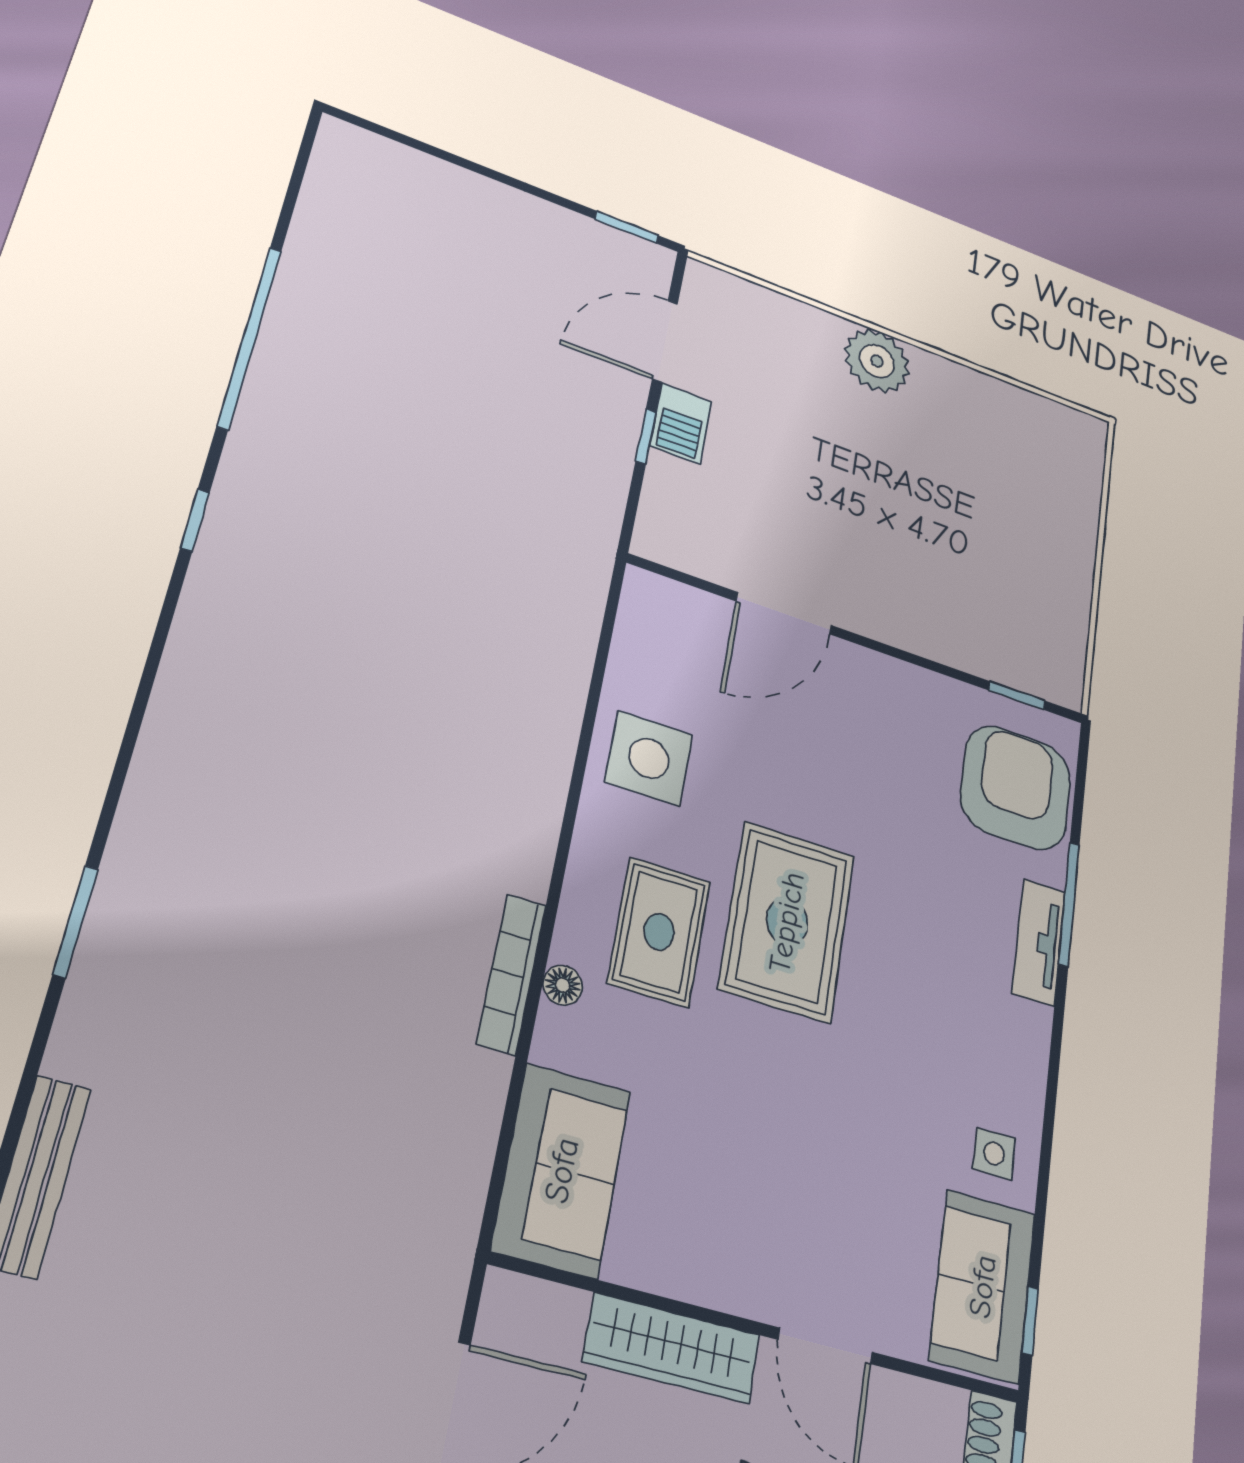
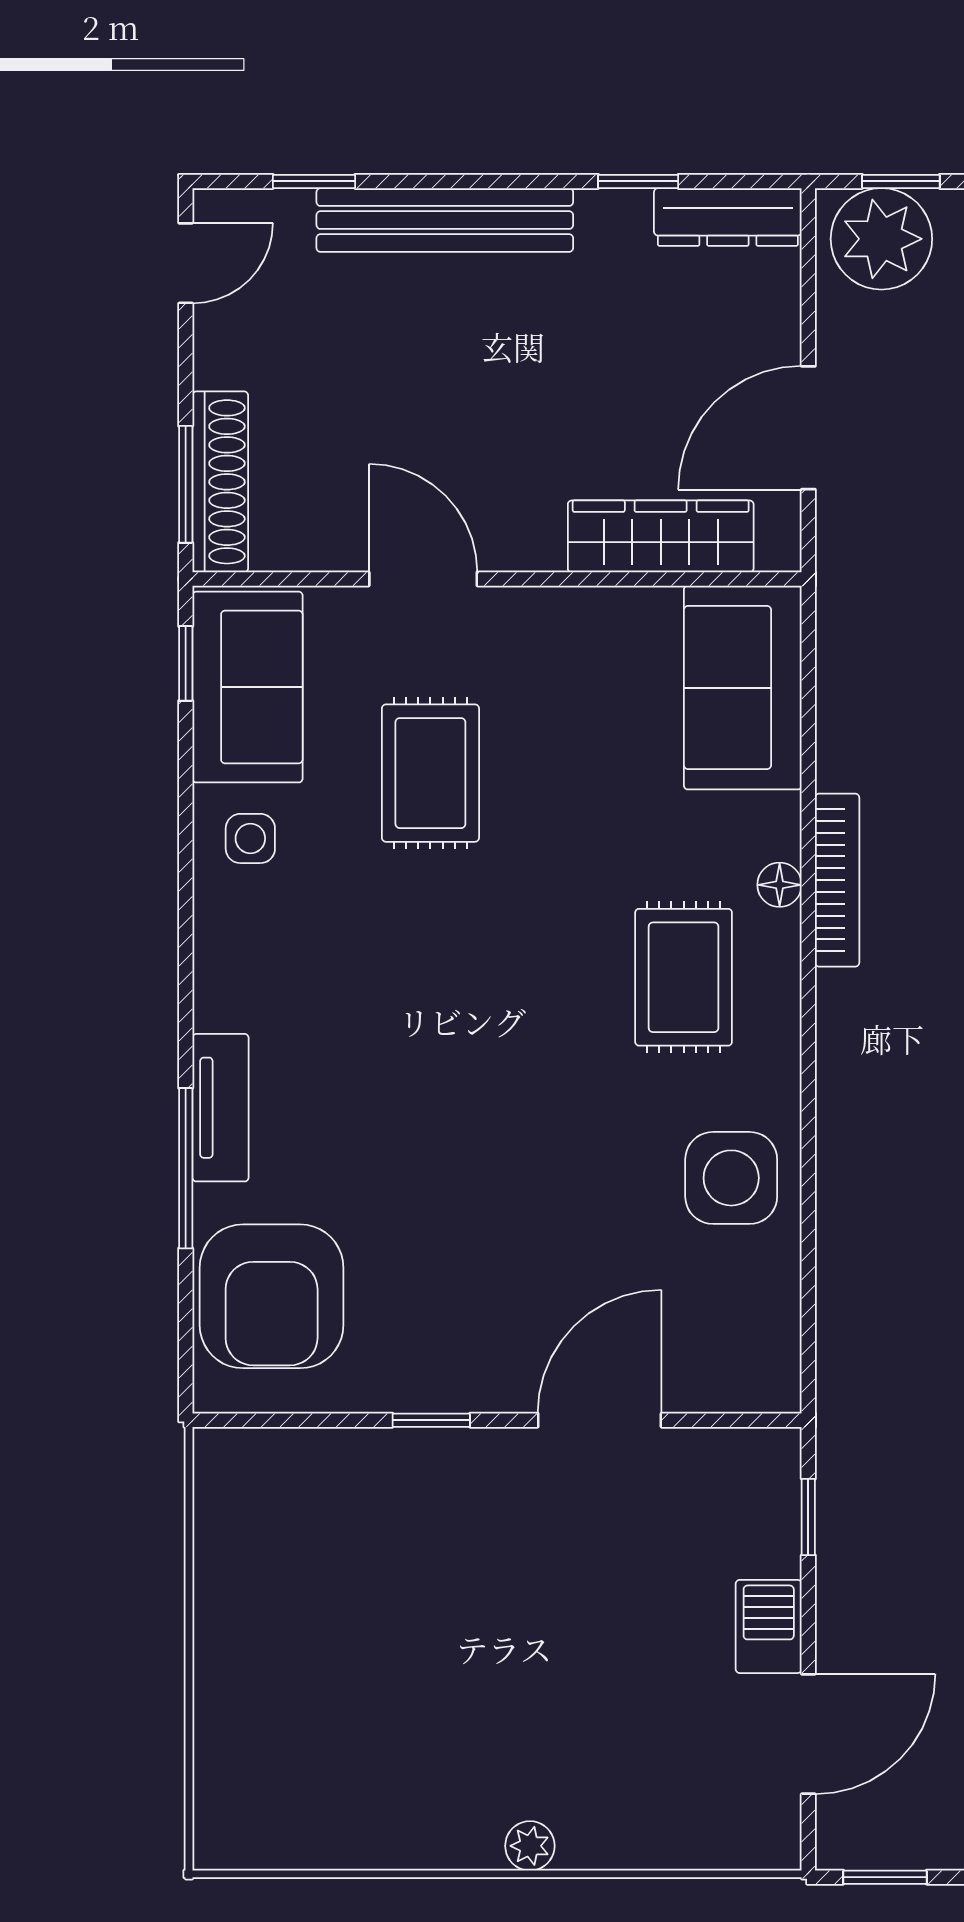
plant: (877, 361) -> (530, 1846), width x0.53, depth x0.53
window: (646, 436) -> (808, 1517), moved
window: (1017, 696) -> (431, 1420), moved
rug: (787, 922) -> (430, 773), moved, width x0.73, depth x0.70
wardrobe: (672, 1348) -> (661, 536), moved

